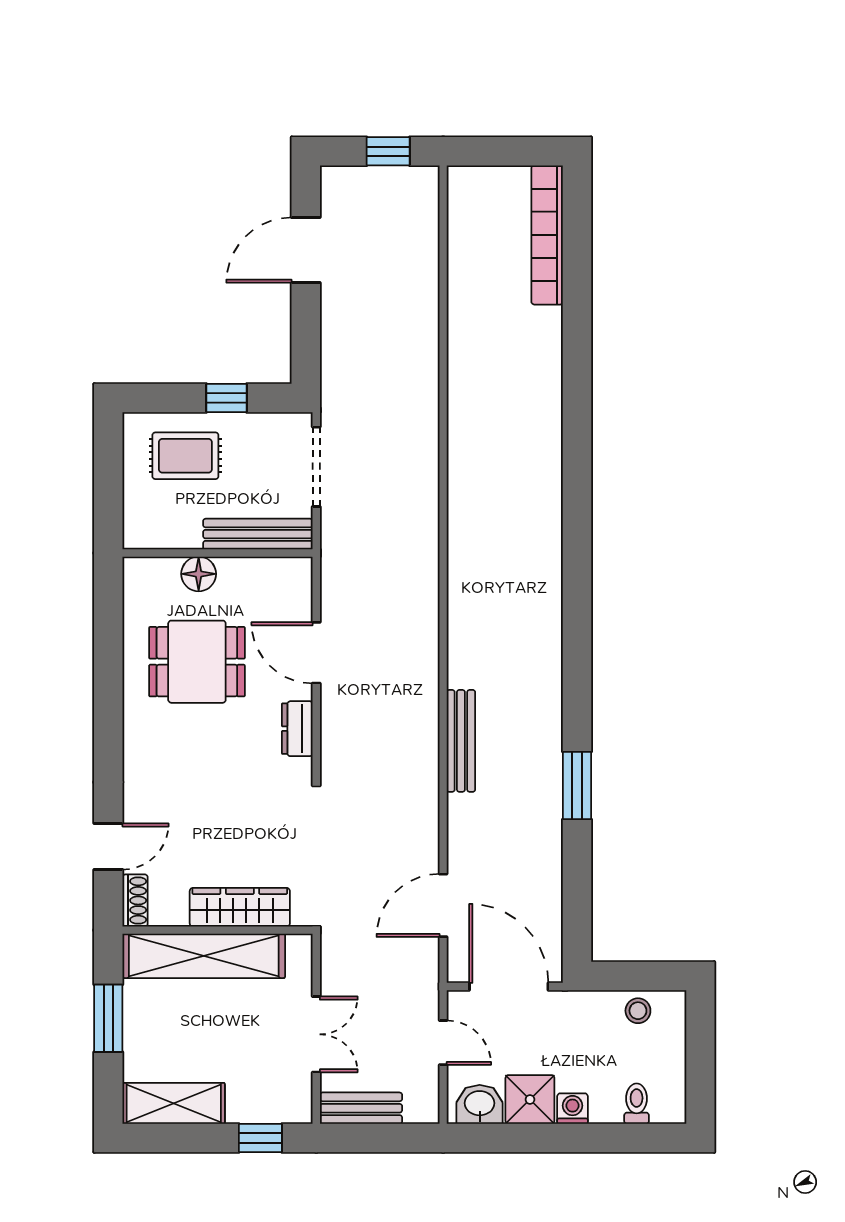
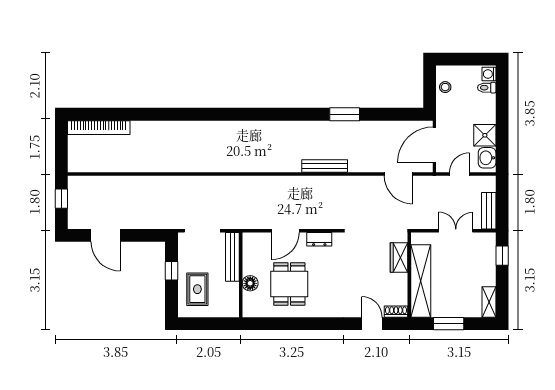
wardrobe: (240, 907) -> (399, 257), width x0.67
shelving: (174, 1103) -> (489, 302), width x0.67, depth x0.75
washing machine: (572, 1109) -> (489, 74), moved

